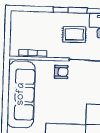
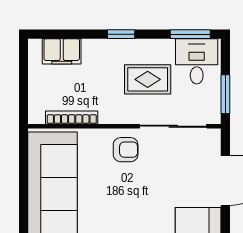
filing cabinet: (29, 18) -> (62, 51), added

